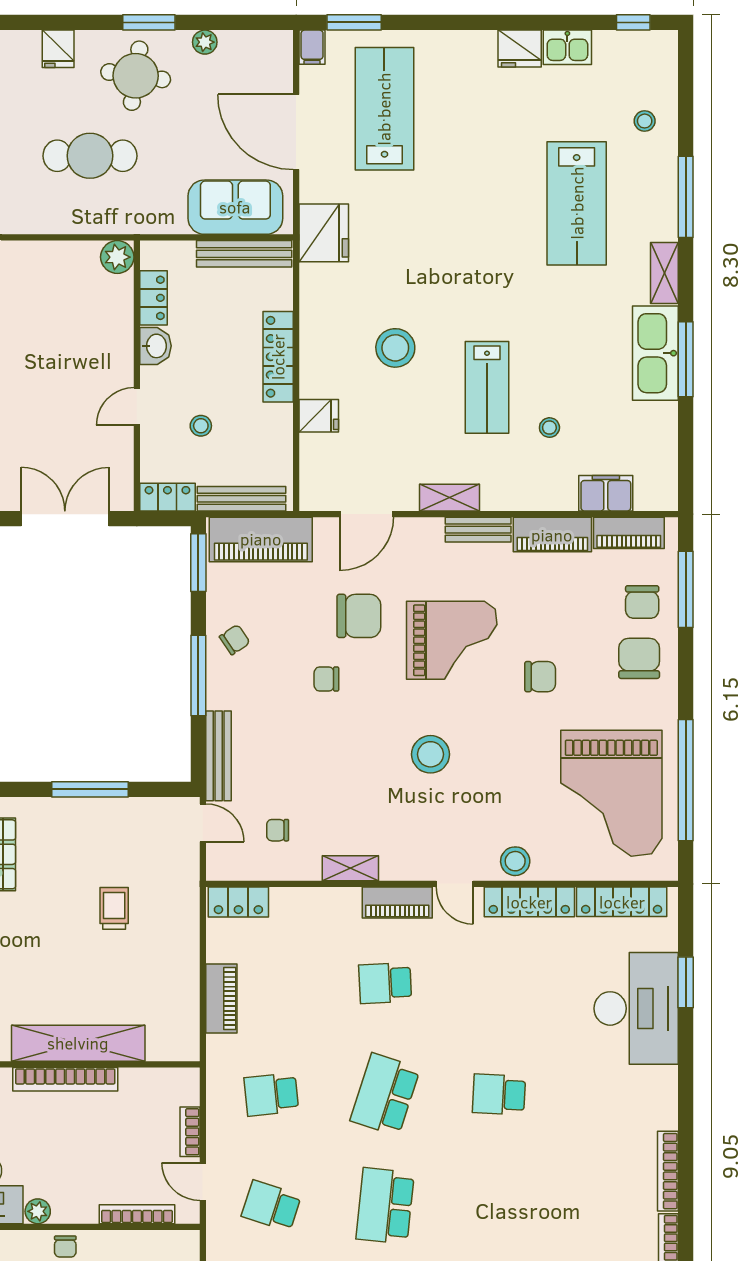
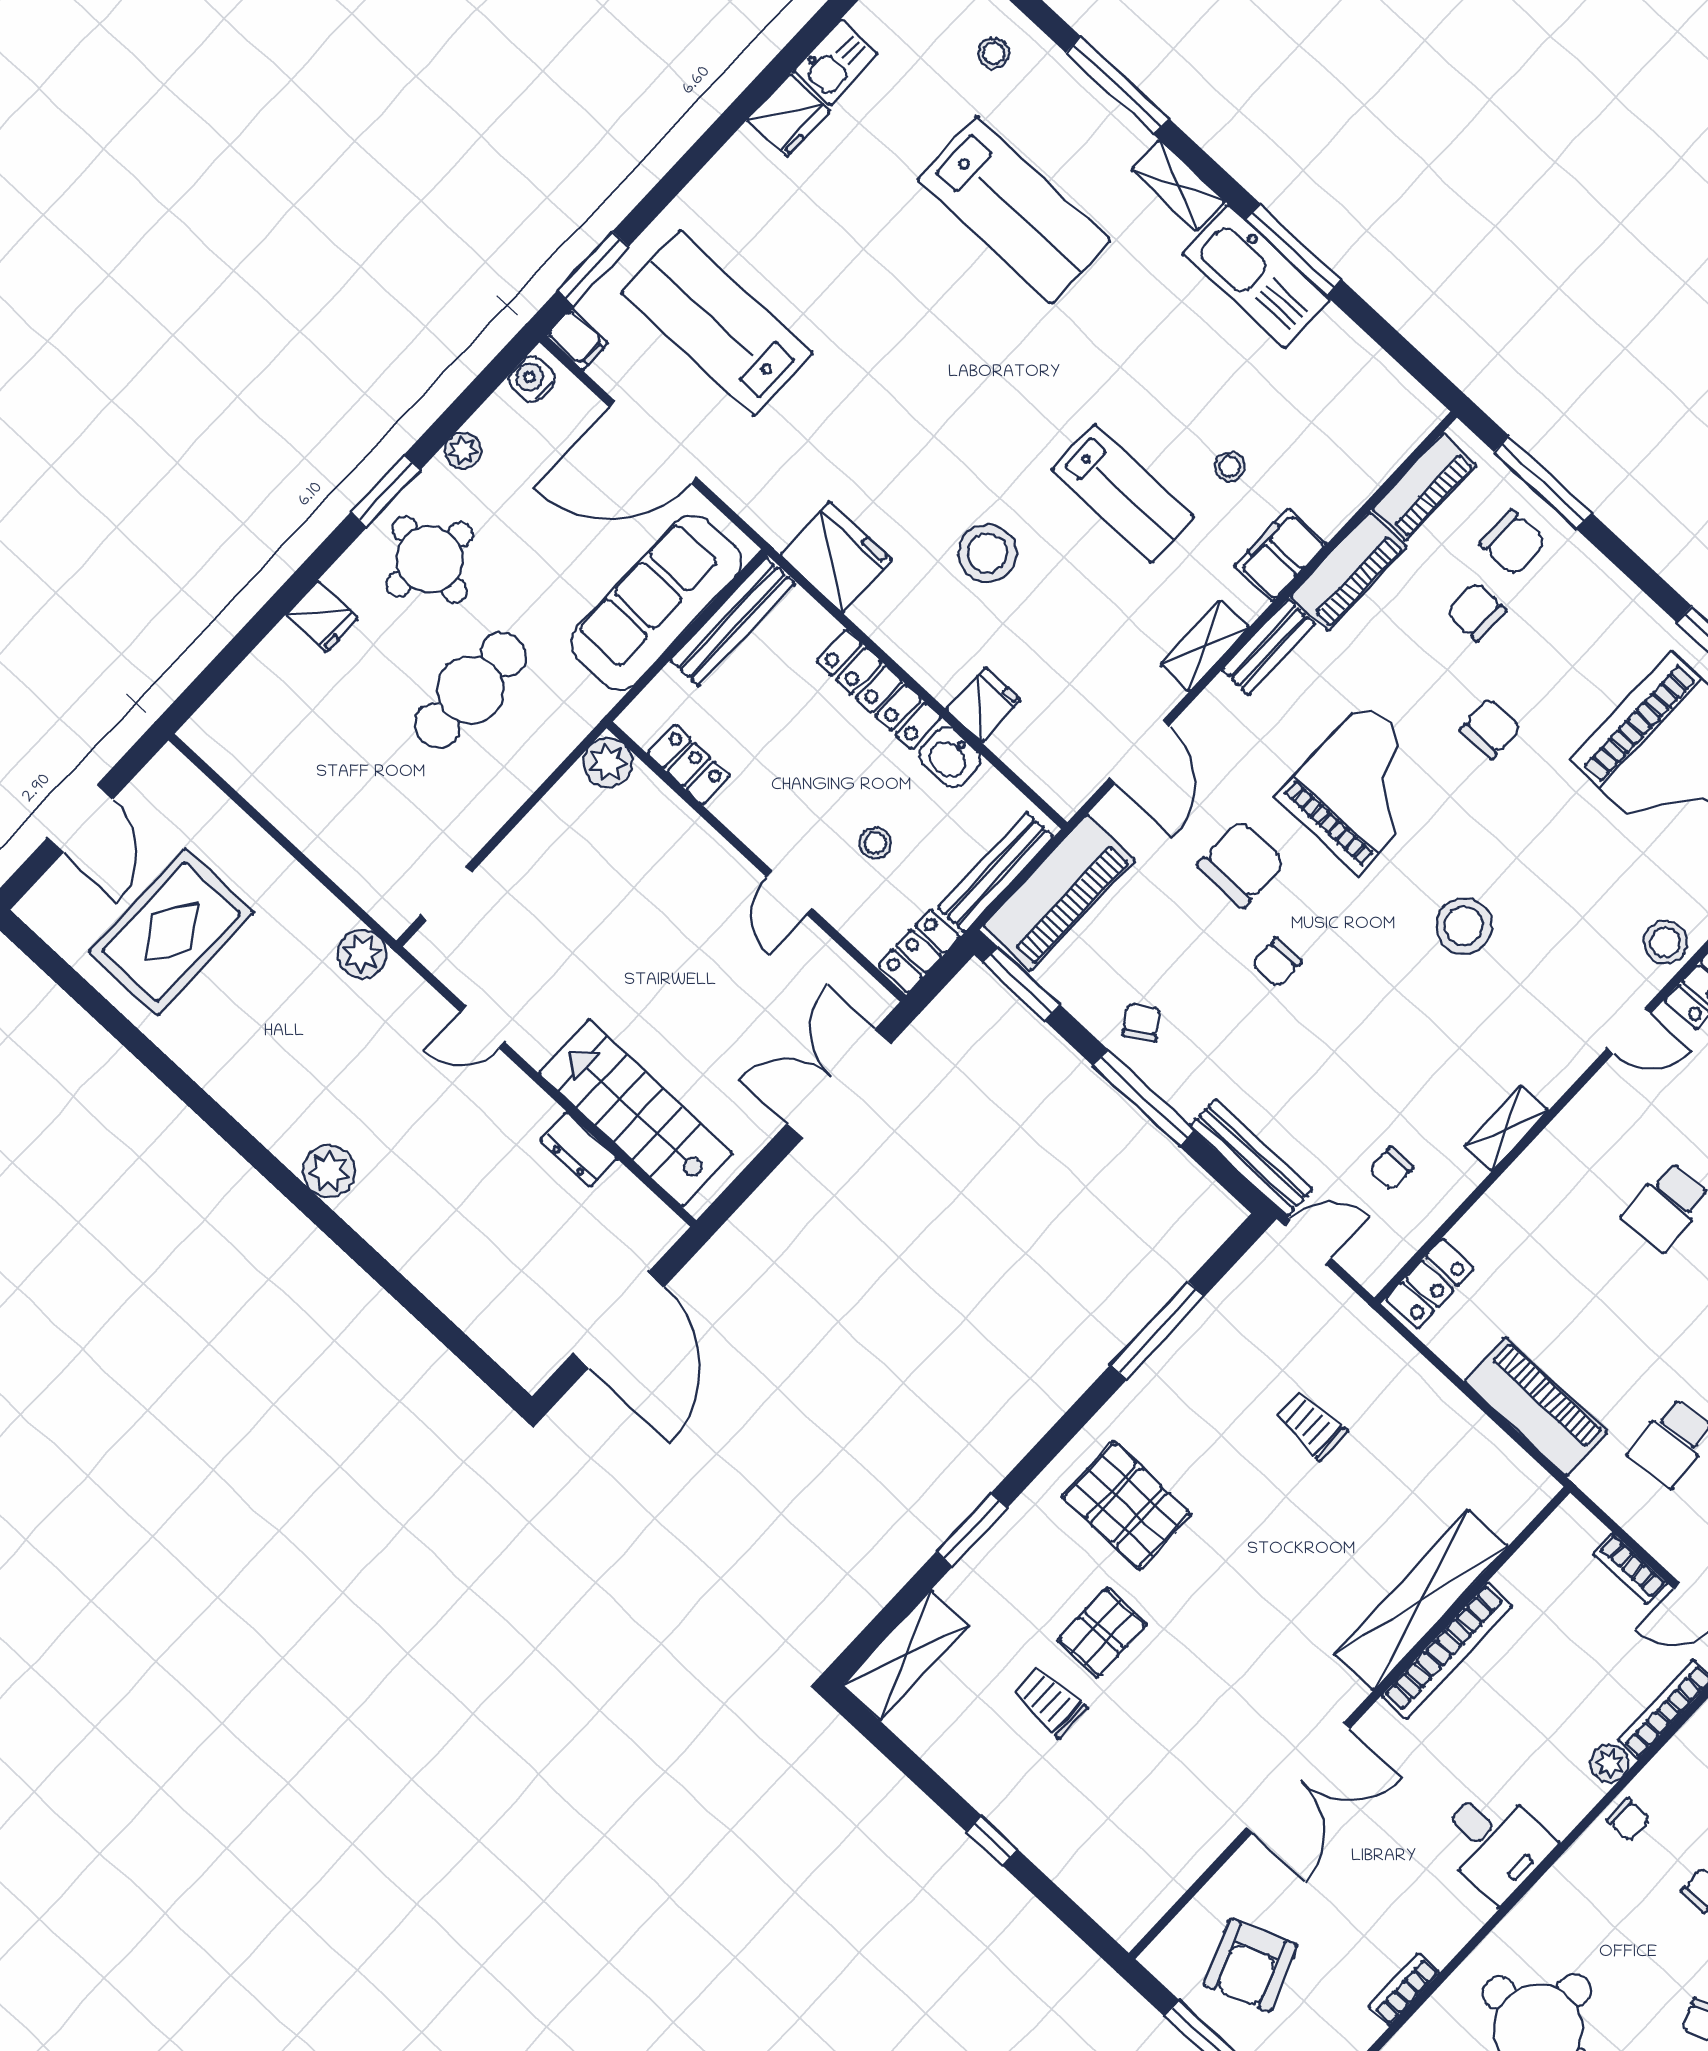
water cooler: (272, 43) -> (532, 379), added
sofa: (235, 207) -> (656, 603), width x1.36
fridge: (324, 233) -> (836, 557), moved
washbasin: (156, 346) -> (950, 757), moved, turned 180
filing cabinet: (606, 493) -> (1281, 555), moved
chair: (639, 658) -> (1476, 611), moved, width x0.73, depth x0.73
piano: (397, 903) -> (1591, 1112), removed
piano: (221, 999) -> (1536, 1407), width x1.37, depth x1.33
plant: (38, 1211) -> (1610, 1763), moved

